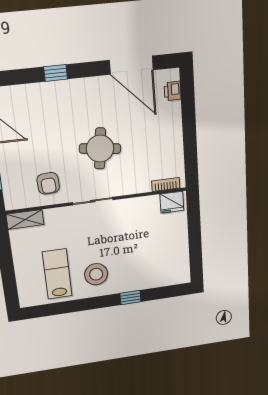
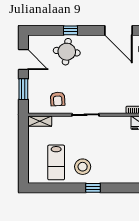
round table: (100, 149) -> (67, 52), moved
lab bench: (57, 274) -> (56, 162), turned 180
window: (130, 297) -> (93, 188), moved

